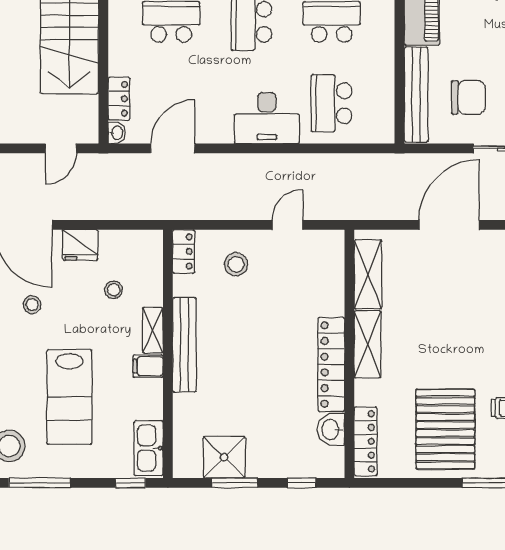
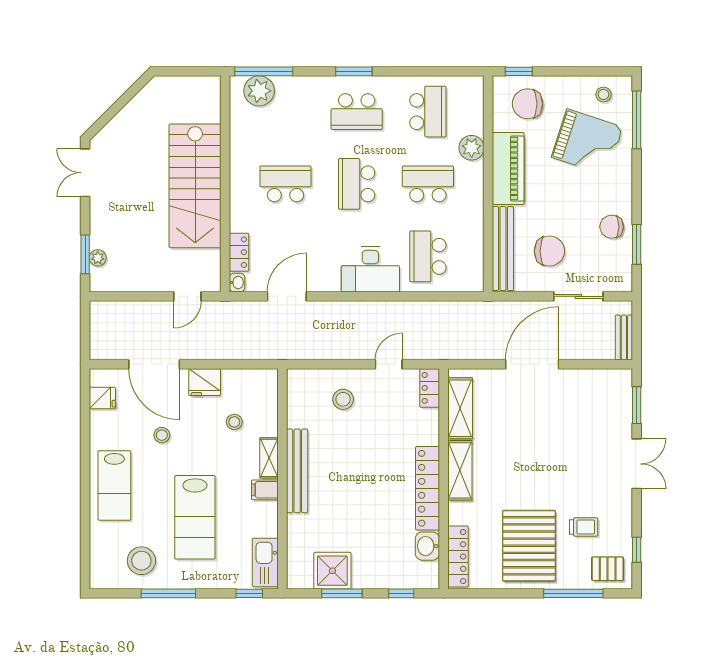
locker: (184, 251) -> (430, 388), moved, turned 180

